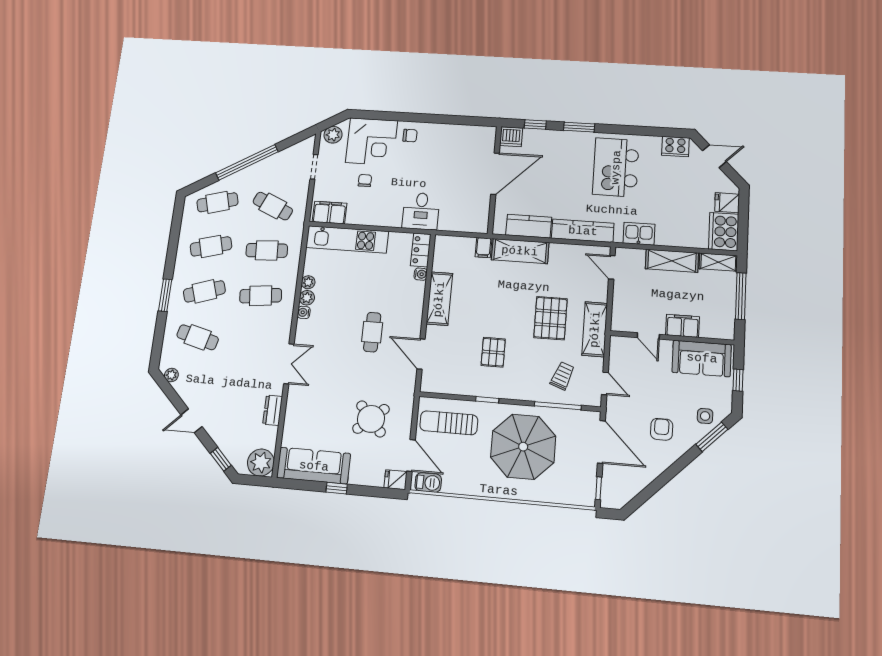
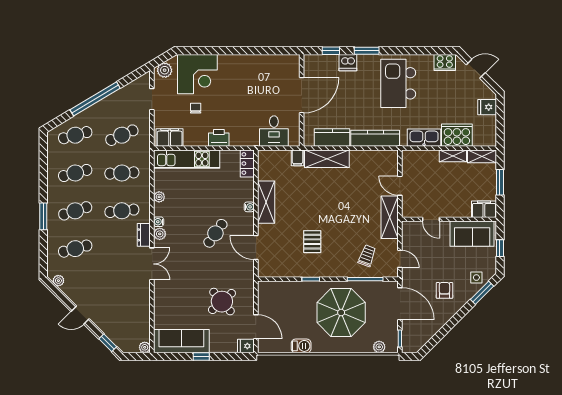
chair: (410, 136) -> (229, 67), removed
dishwasher: (511, 137) -> (348, 63), moved
cafe table: (273, 206) -> (122, 135), turned -48
desk: (421, 211) -> (274, 131), moved
printer: (389, 217) -> (219, 138), added
cooker: (724, 232) -> (457, 135), moved, turned 90
kitchen sink: (639, 234) -> (424, 138), width x1.38
shelving: (672, 261) -> (453, 156), width x0.67, depth x0.75
door: (612, 267) -> (400, 186), moved
water cooler: (421, 274) -> (249, 207), moved
window: (741, 296) -> (500, 182), width x0.69
plant: (307, 298) -> (160, 234), moved
pallet: (550, 318) -> (355, 211), removed
filing cabinet: (683, 326) -> (484, 209), moved
cafe table: (372, 332) -> (215, 233), turned 35
cafe table: (198, 337) -> (75, 249), turned -30
dresser: (273, 410) -> (144, 235), moved
sun lounger: (449, 423) -> (283, 299), removed
plant: (261, 463) -> (145, 347), width x0.53, depth x0.53
barbecue: (428, 483) -> (301, 346), moved
plant: (570, 497) -> (379, 347), added

